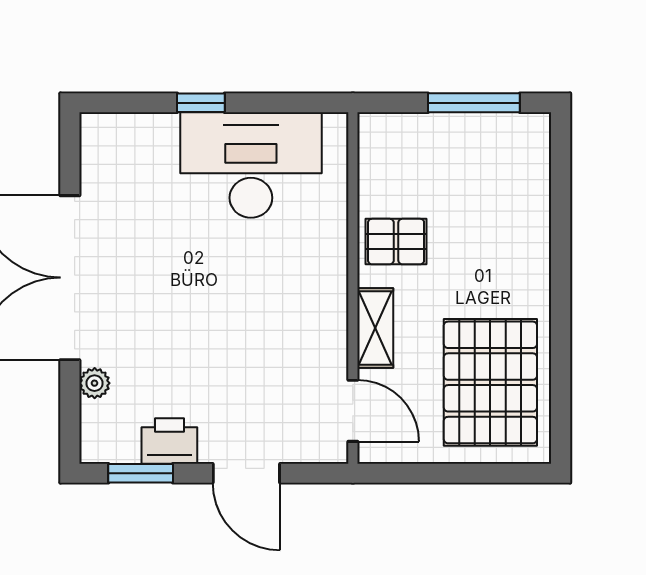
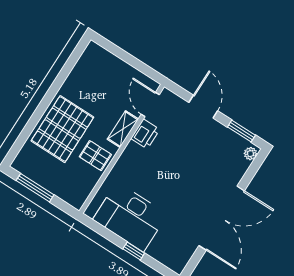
pallet: (490, 382) -> (62, 129), moved
plant: (95, 383) -> (250, 154), moved
printer: (169, 441) -> (145, 134), moved, turned -90

